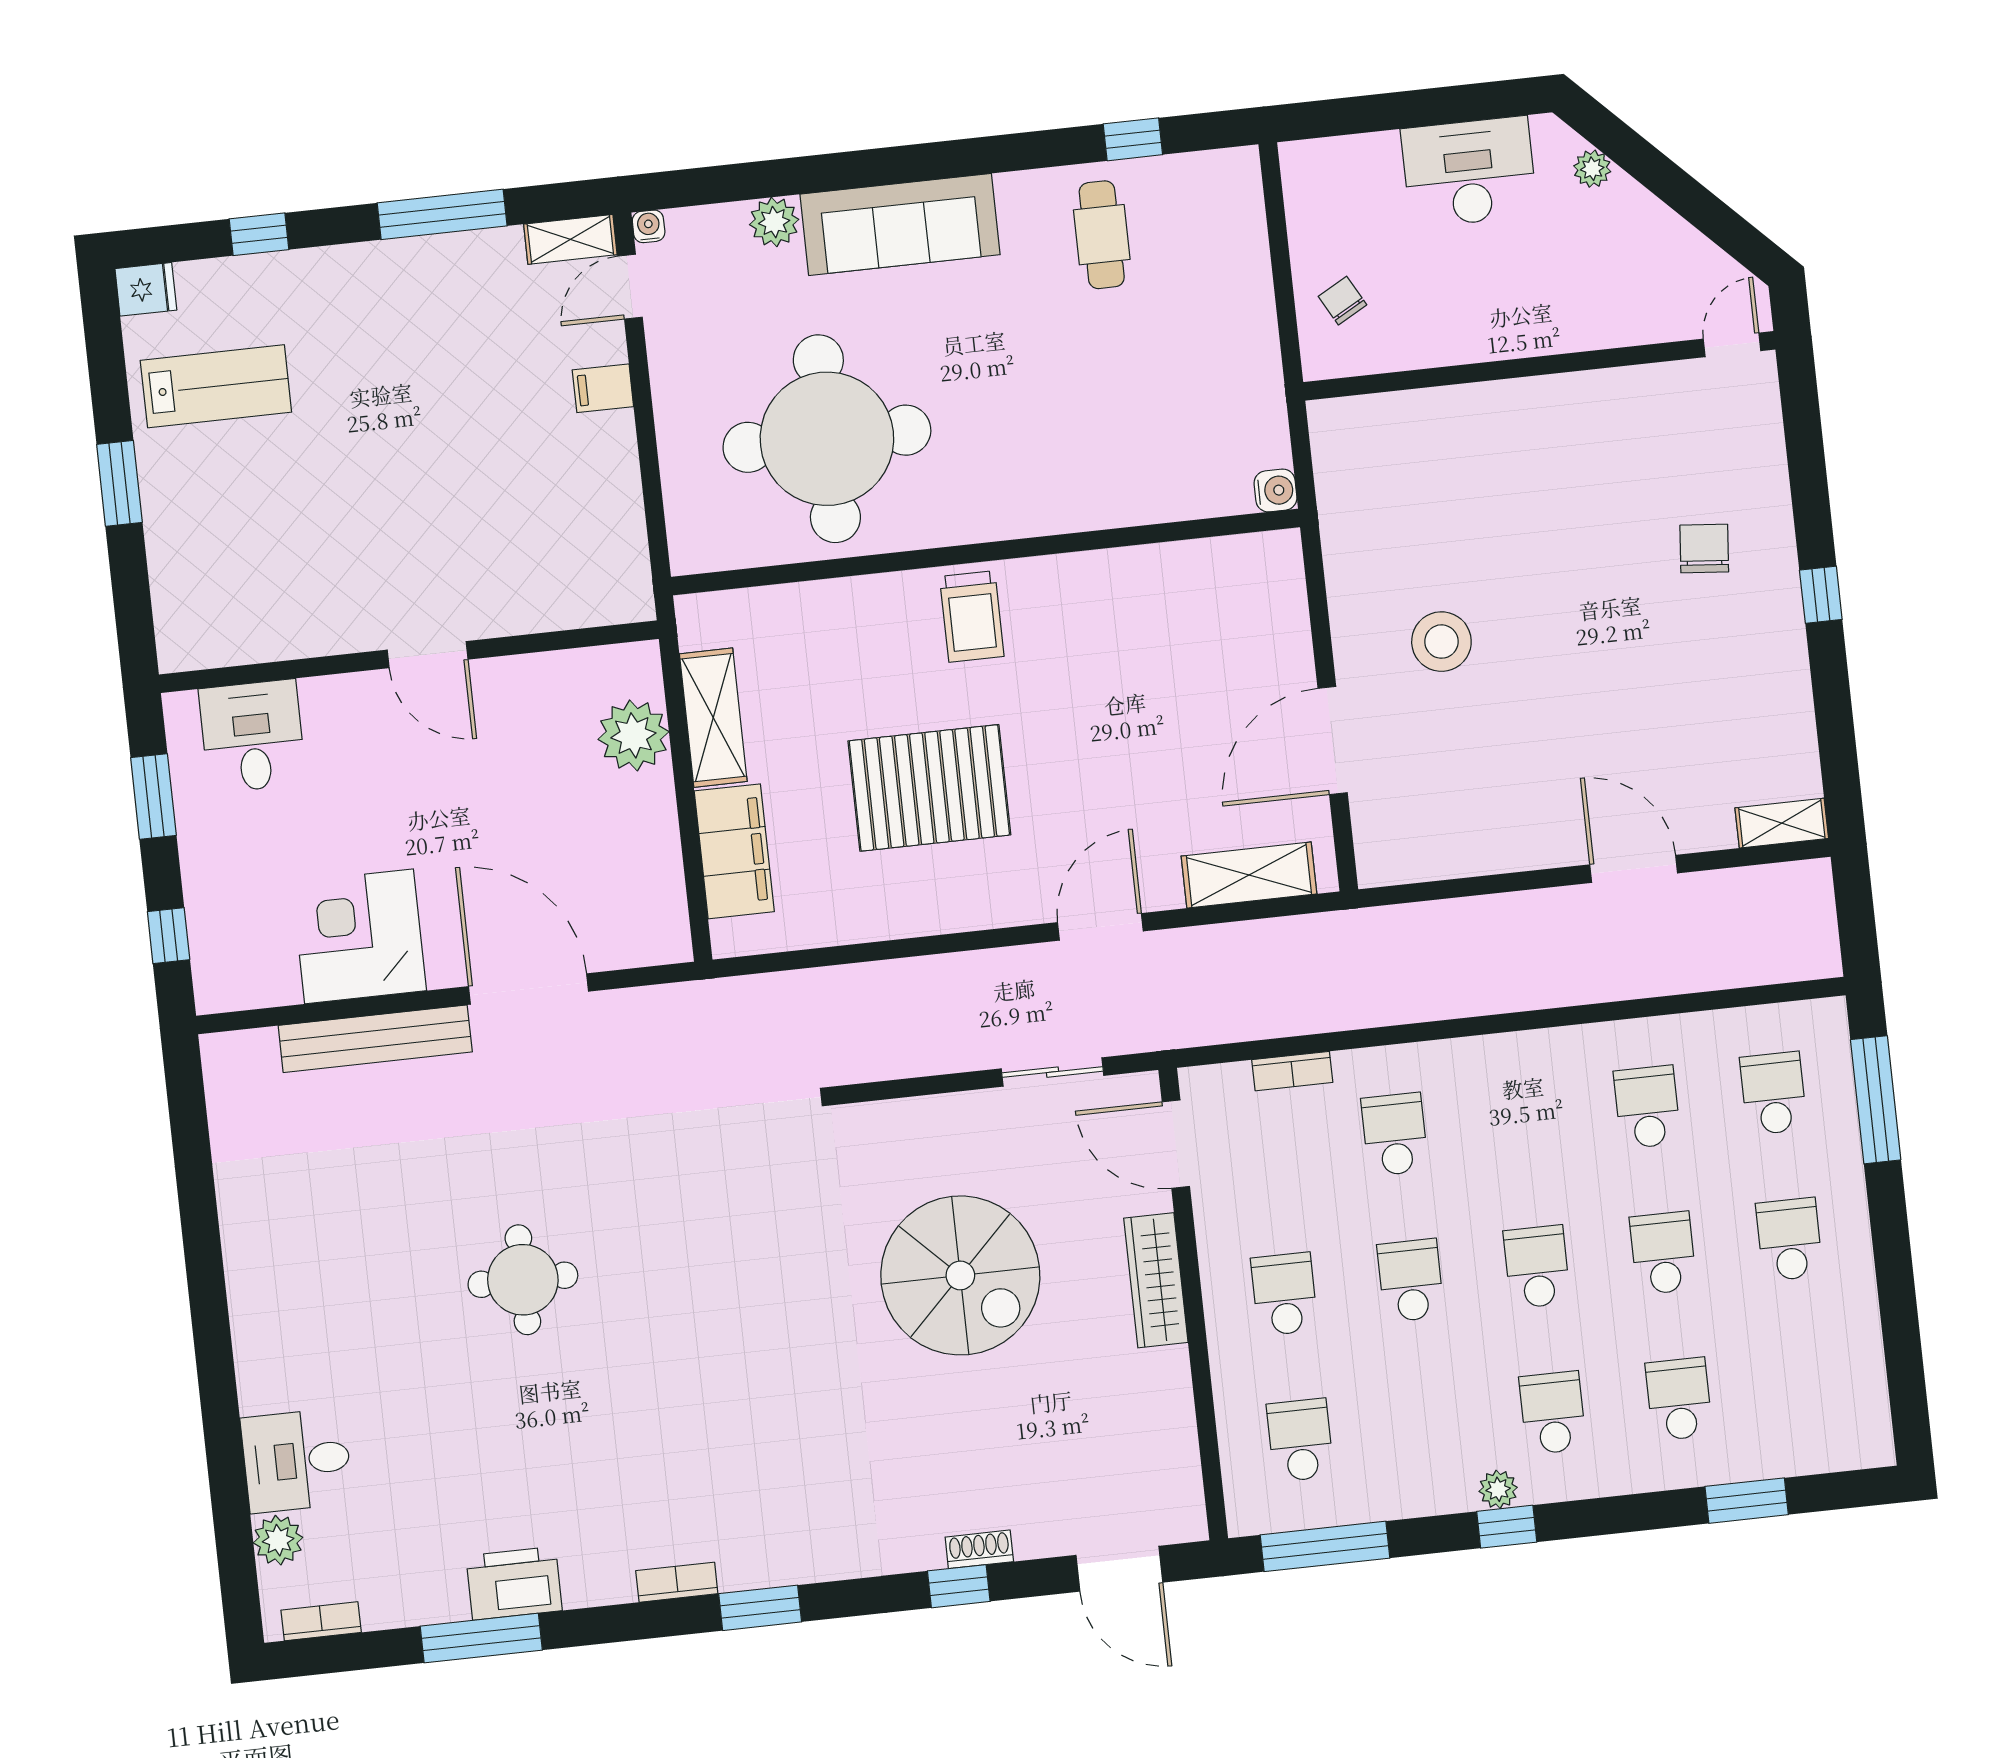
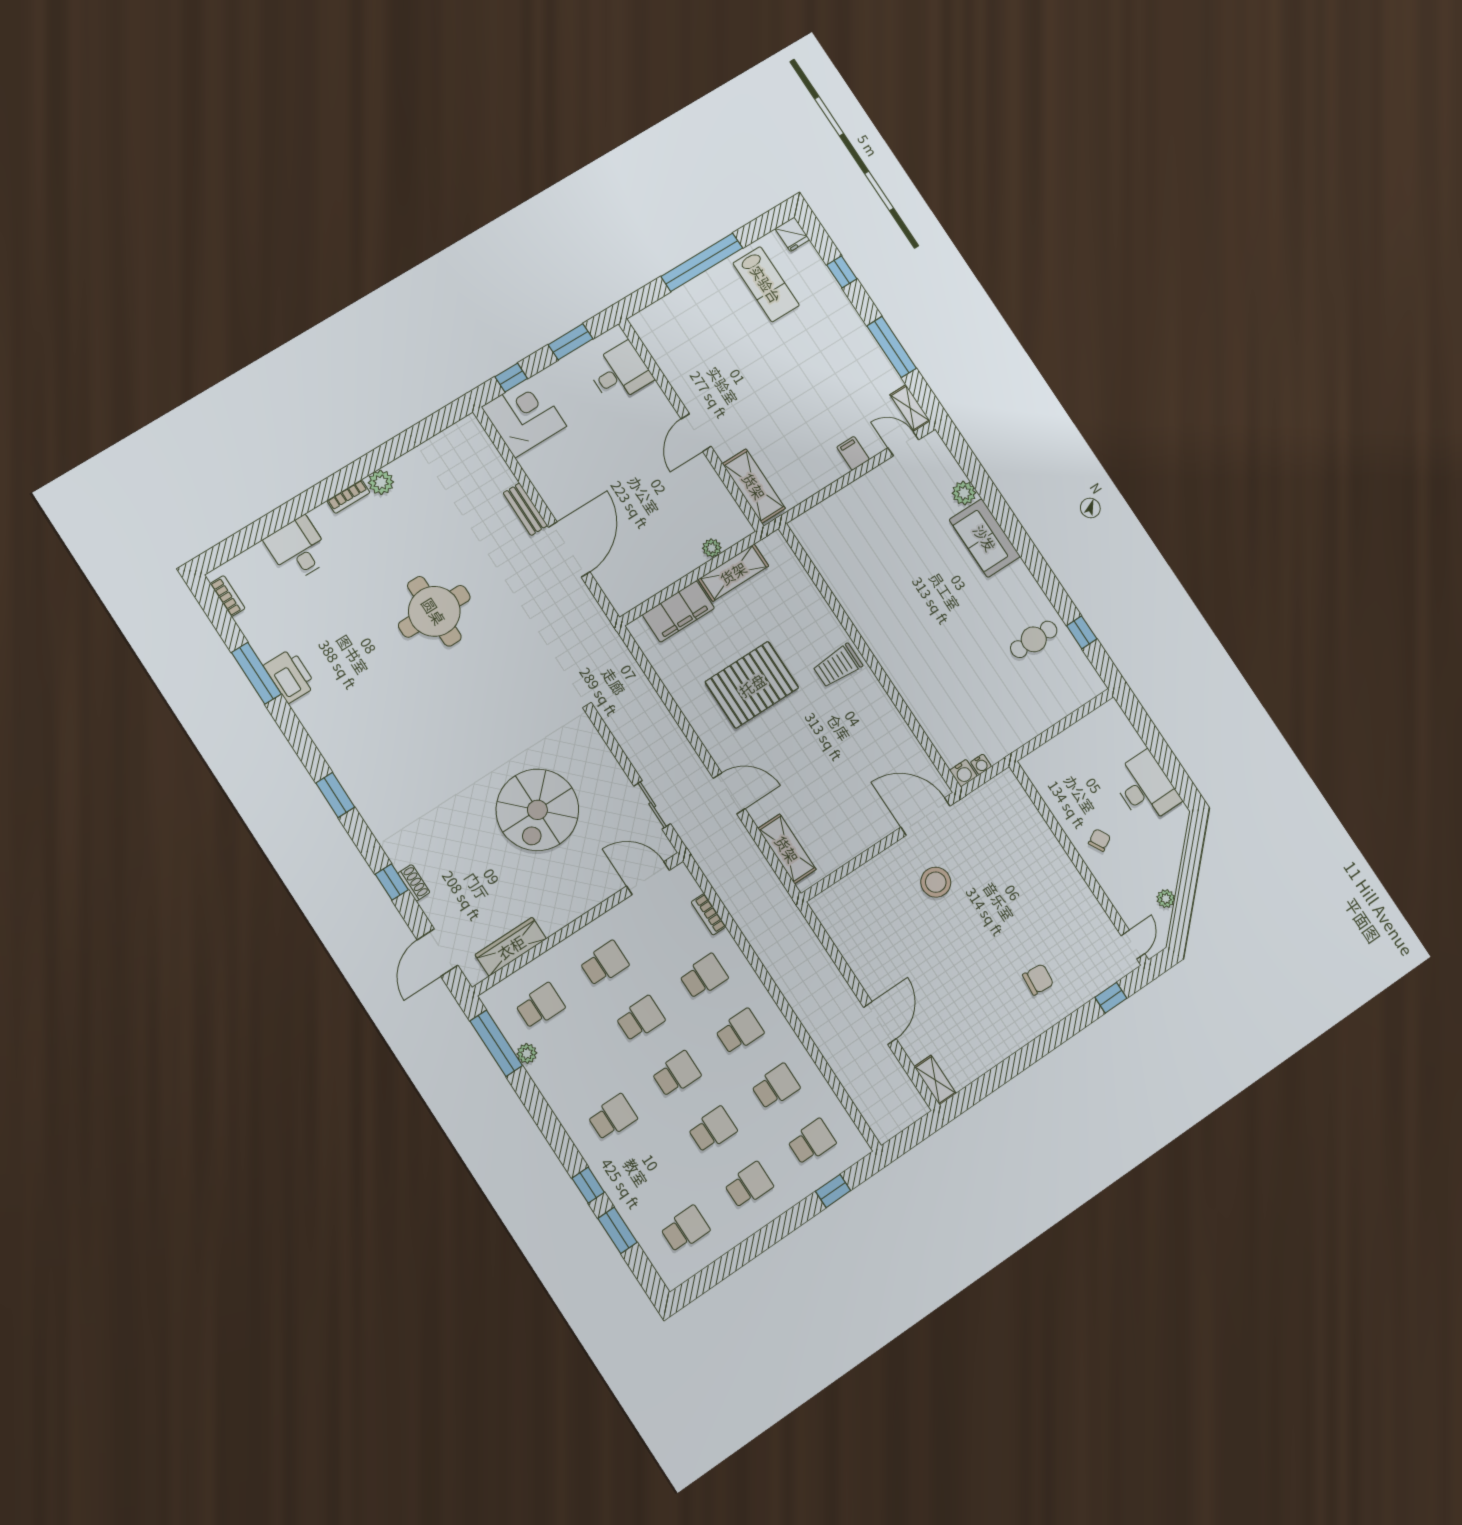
plant: (1592, 169) -> (1166, 899), moved
sofa: (900, 224) -> (985, 538), width x0.73
water cooler: (649, 226) -> (981, 764), moved, turned 90
chair: (1342, 301) -> (1099, 840), moved
door: (1732, 345) -> (1133, 945), hinge flipped
round table: (827, 439) -> (882, 562), removed
window: (119, 483) -> (702, 262), width x2.11
window: (1821, 595) -> (1111, 998), moved
shelving: (575, 600) -> (754, 486), added
plant: (633, 735) -> (712, 548), width x0.53, depth x0.53
door: (1333, 740) -> (925, 816), moved
pallet: (929, 788) -> (752, 685), turned 90
corner desk: (359, 936) -> (524, 417), moved
bench: (375, 1039) -> (525, 509), width x0.54, depth x0.82
window: (1876, 1100) -> (833, 1191), width x0.46
school desk: (1521, 1121) -> (740, 1031), added
door: (1176, 1144) -> (648, 878), hinge flipped
round table: (523, 1280) -> (434, 611), width x1.36, depth x1.36
wardrobe: (1156, 1280) -> (511, 947), moved
school desk: (1679, 1399) -> (685, 1229), moved
plant: (1498, 1489) -> (527, 1053), moved
window: (1507, 1527) -> (588, 1185), moved
plant: (278, 1540) -> (381, 482), moved
bookcase: (677, 1582) -> (348, 497), moved, turned 90

